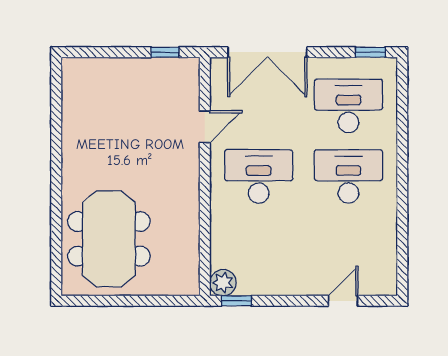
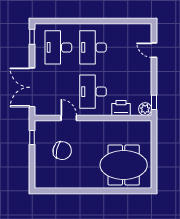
double door: (267, 52) -> (32, 87), swing flipped
chair: (138, 114) -> (62, 151), added
printer: (225, 234) -> (121, 108), added

